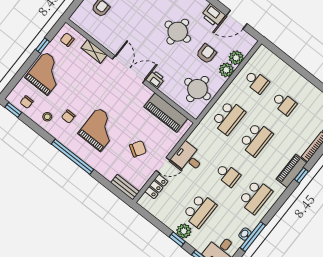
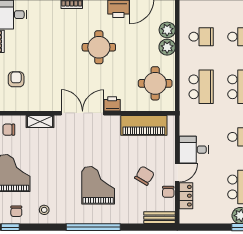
armchair: (206, 54) -> (139, 47), removed
chair: (68, 116) -> (168, 192), moved

